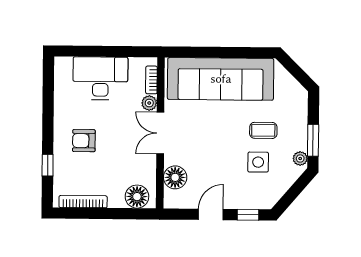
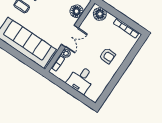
desk: (100, 78) -> (81, 79), width x0.73
window: (48, 165) -> (131, 55), removed

